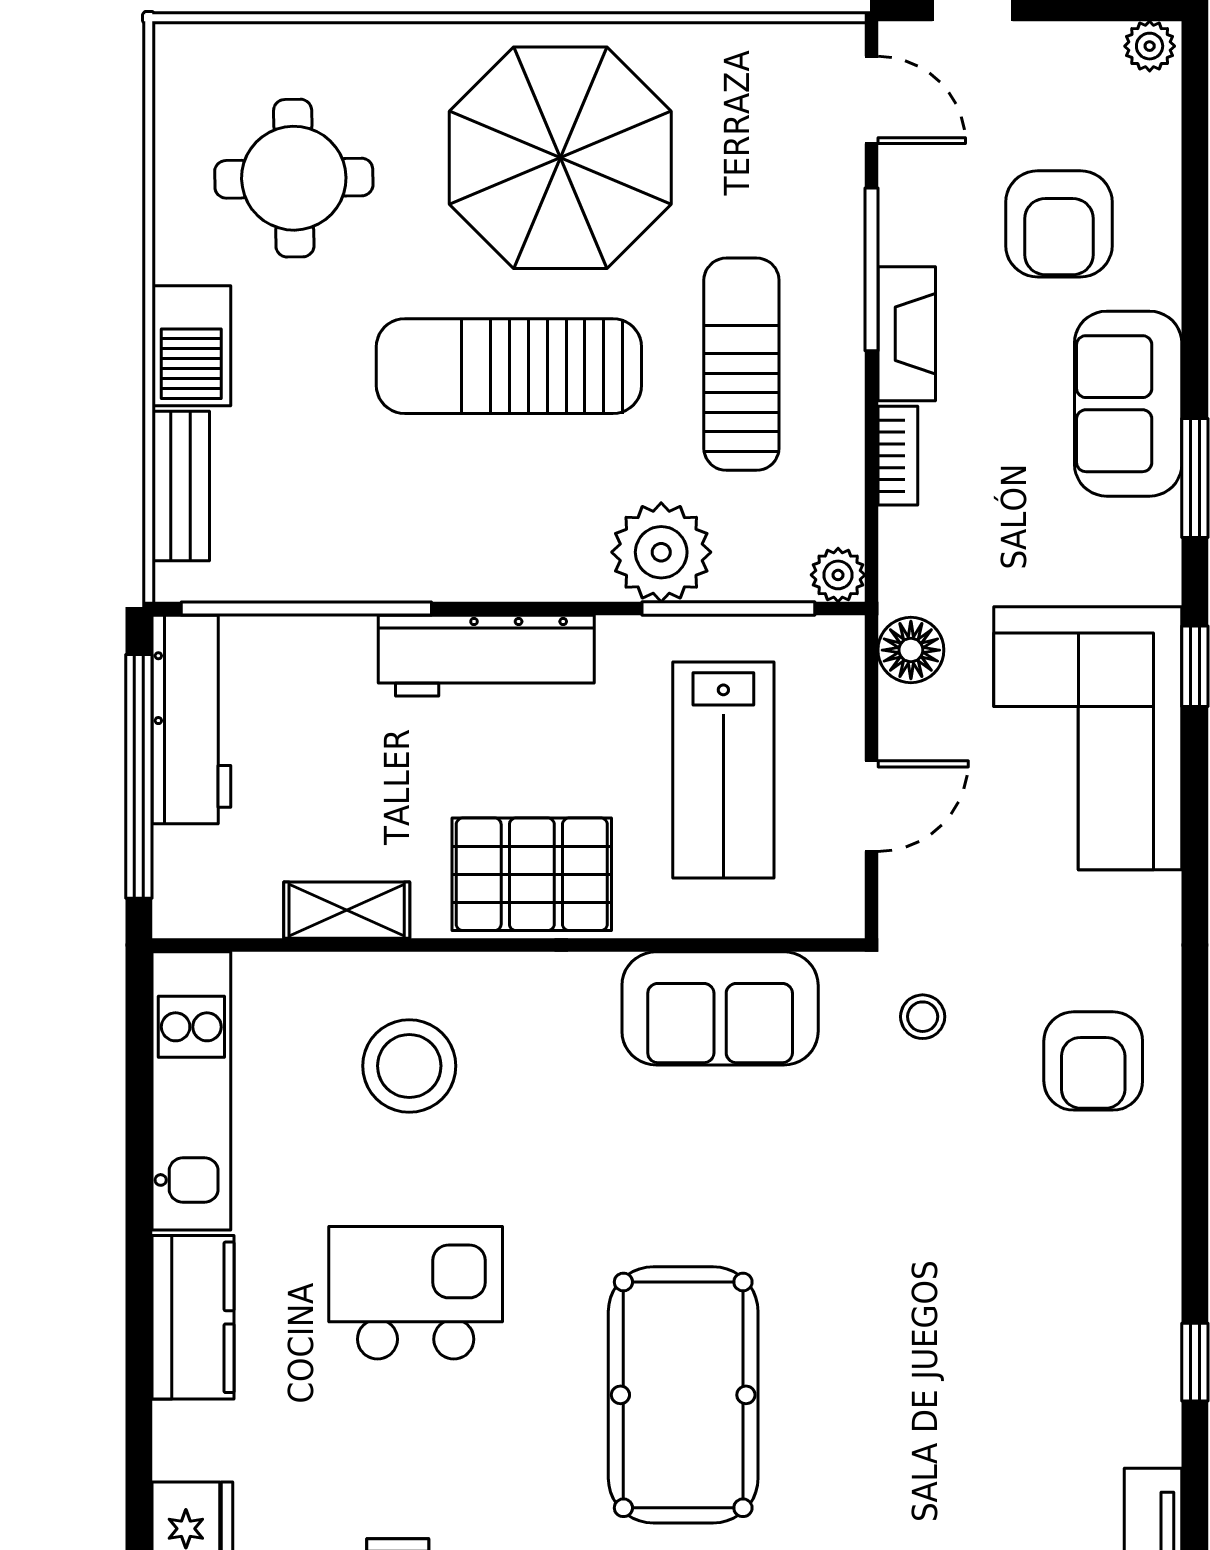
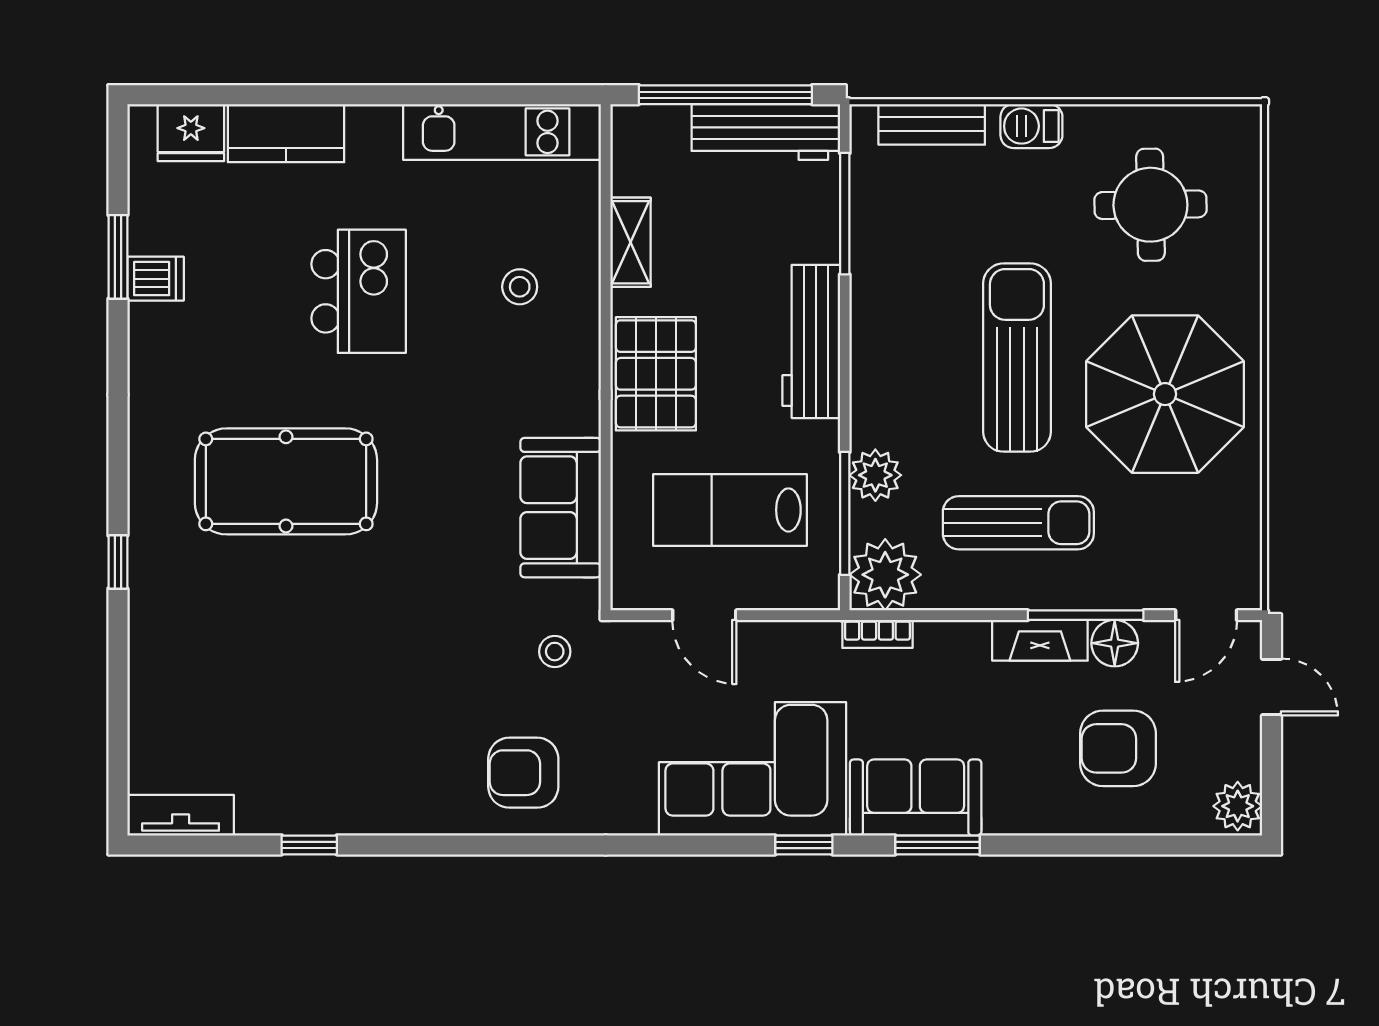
plant: (1150, 46) -> (1238, 806), width x1.38, depth x1.38
barbecue: (191, 346) -> (1031, 126), width x0.73, depth x0.79
sofa: (1128, 404) -> (916, 798), moved
bookcase: (898, 456) -> (877, 634), moved
plant: (661, 552) -> (875, 475), width x0.73, depth x0.73
plant: (838, 575) -> (885, 575), width x1.88, depth x1.88
window: (306, 608) -> (845, 214), width x0.68
floor lamp: (911, 650) -> (1115, 643), moved
stool: (409, 1066) -> (520, 287), width x0.53, depth x0.53
kitchen counter: (193, 1317) -> (286, 133), moved

